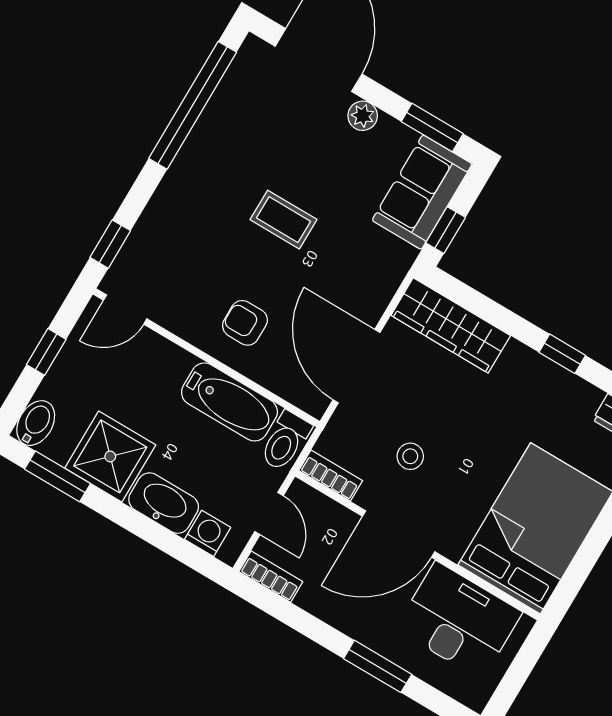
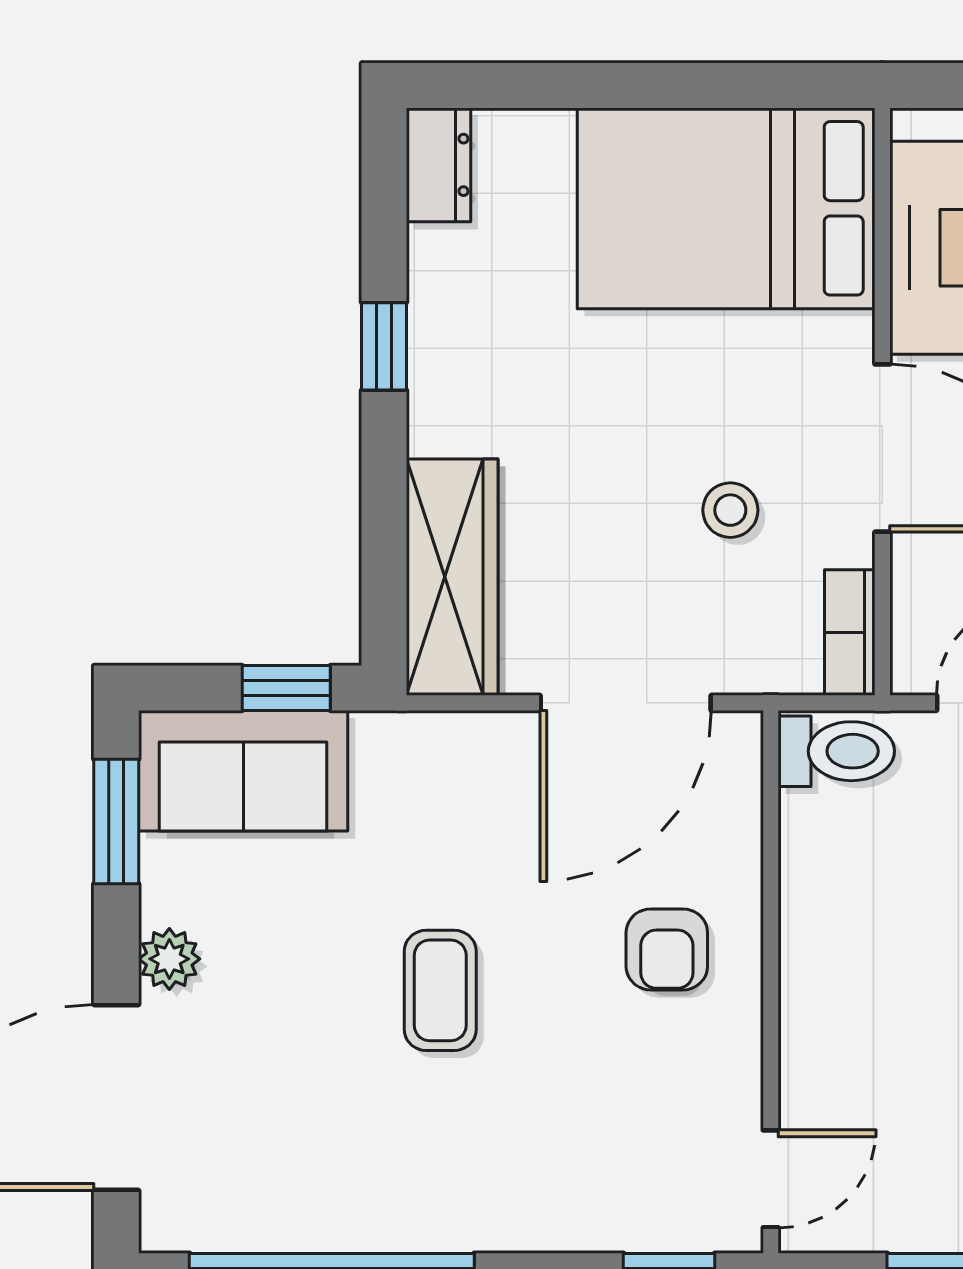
door: (125, 310) -> (771, 1179), hinge flipped
bathtub: (229, 402) -> (826, 893), removed

